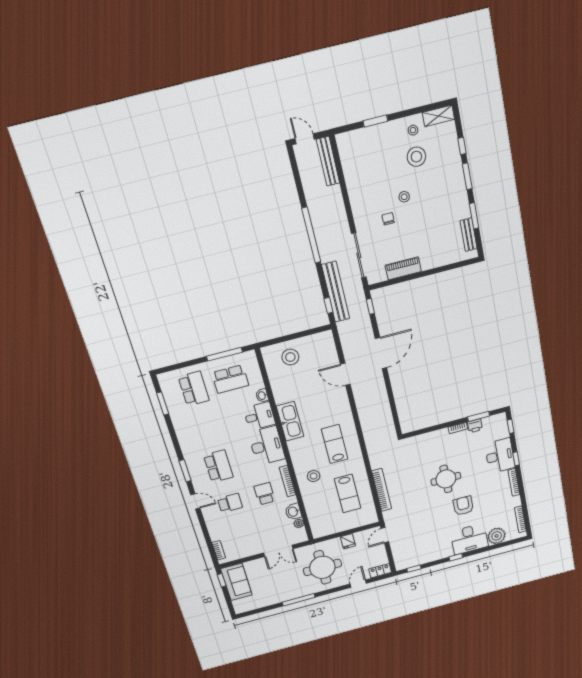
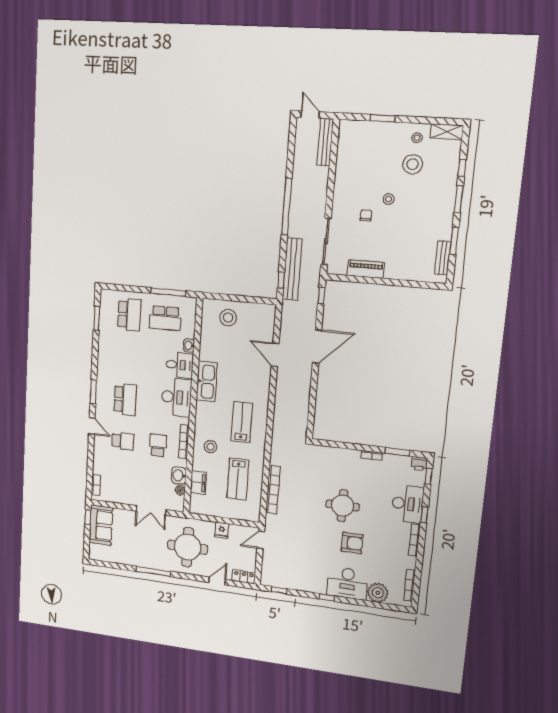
printer: (475, 426) -> (419, 464), moved
armchair: (463, 506) -> (352, 543), turned 90
filing cabinet: (313, 511) -> (198, 483), added

